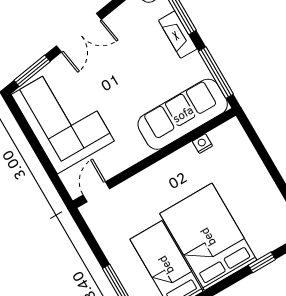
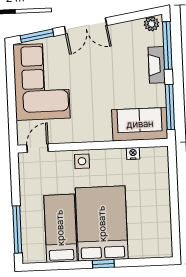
sofa: (183, 114) -> (140, 124), width x0.73
side table: (152, 181) -> (82, 161), added
window: (262, 262) -> (103, 264), moved

